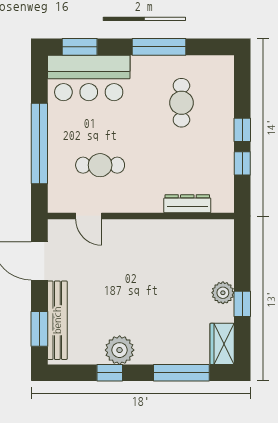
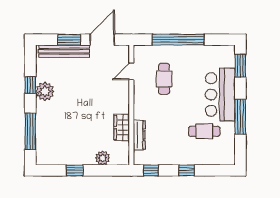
bar counter: (89, 78) -> (220, 95), moved
window: (242, 163) -> (151, 170), moved
plant: (223, 293) -> (103, 158), moved
window: (39, 329) -> (69, 40), moved
wardrobe: (222, 344) -> (122, 127), moved, turned -90

